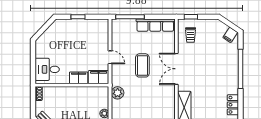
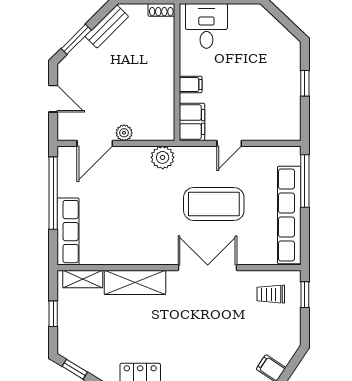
row of seats: (155, 25) -> (289, 215), width x1.36
coffee table: (142, 65) -> (214, 204), width x1.36, depth x1.32
filing cabinet: (79, 78) -> (191, 85), width x0.50

